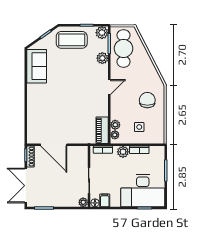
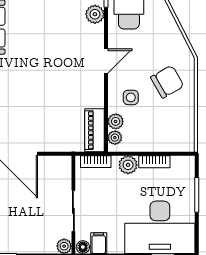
chair: (147, 100) -> (167, 82), turned 60
side table: (139, 127) -> (131, 97), moved

